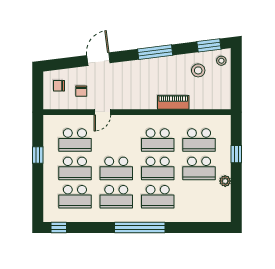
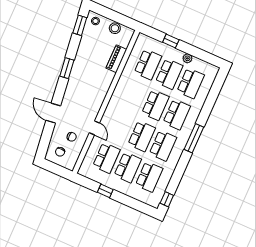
window: (155, 52) -> (67, 68), width x0.69
stool: (198, 70) -> (115, 28), moved
piano: (173, 102) -> (116, 59), moved
school desk: (158, 140) -> (191, 83), moved
window: (140, 227) -> (194, 138), width x0.68

